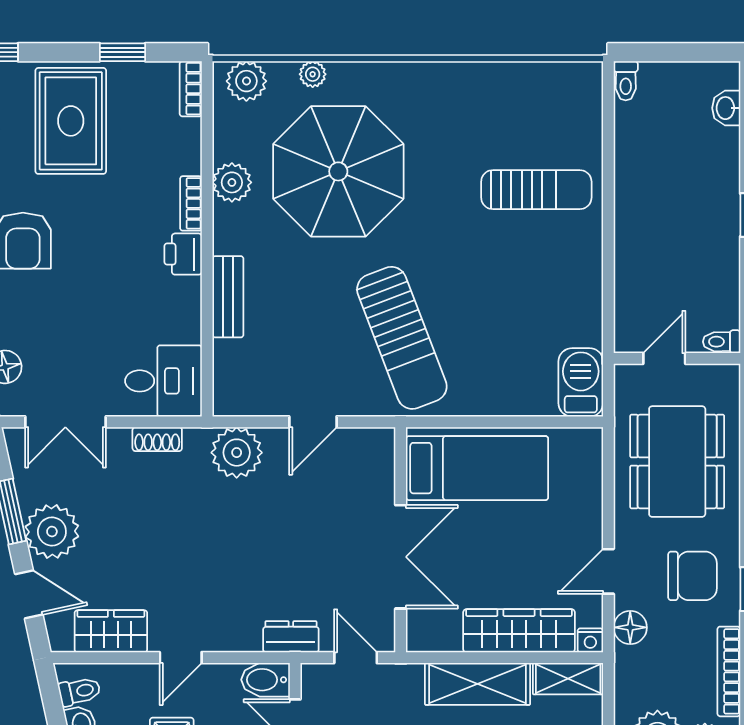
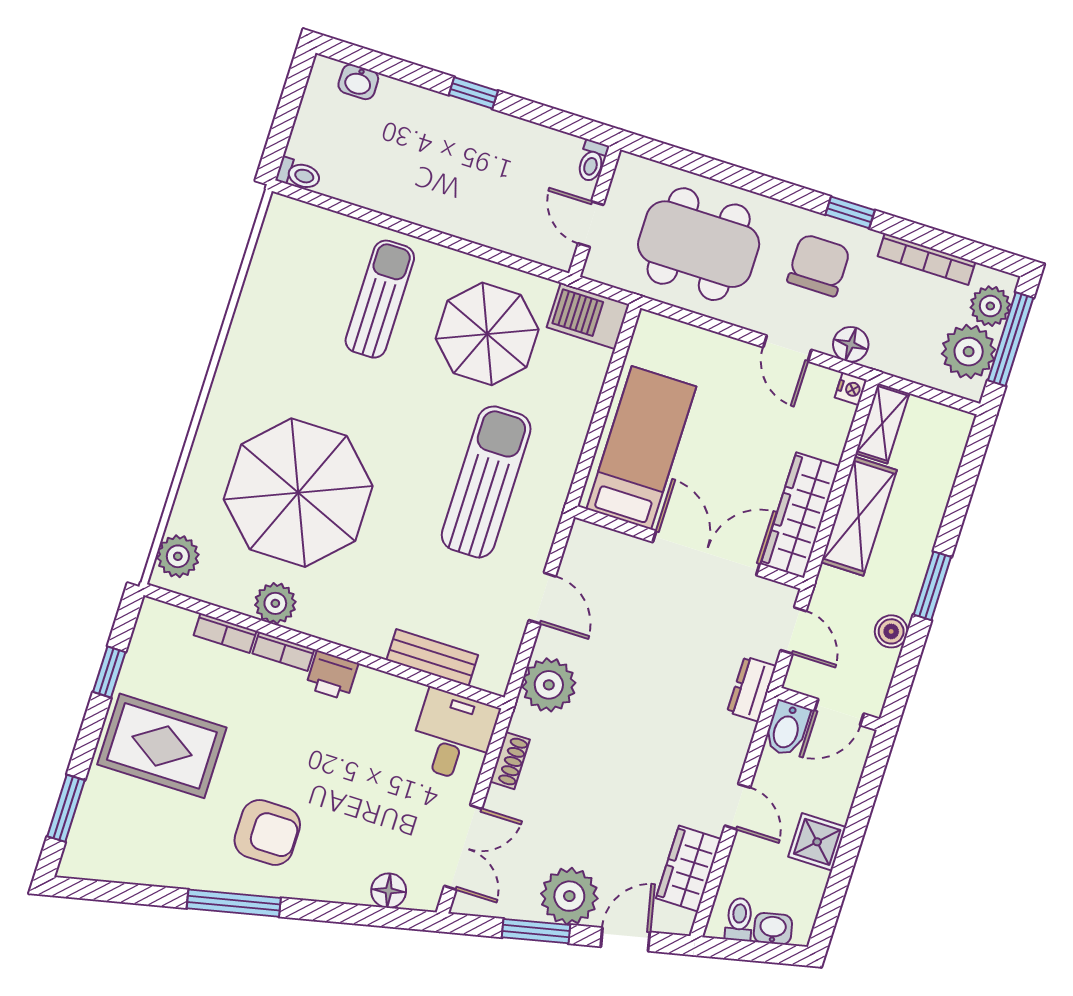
plant: (313, 74) -> (192, 487), removed
bookcase: (191, 89) -> (225, 633), moved
parasol: (536, 296) -> (487, 334), added
bench: (228, 297) -> (432, 658), moved
sun lounger: (402, 338) -> (486, 482), turned -69
wardrobe: (519, 631) -> (800, 515), moved
door: (356, 658) -> (793, 631), swing flipped

